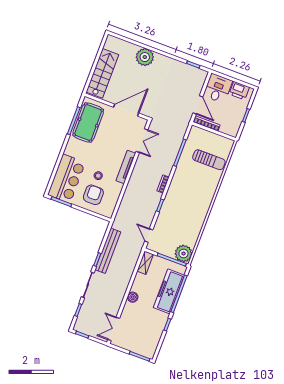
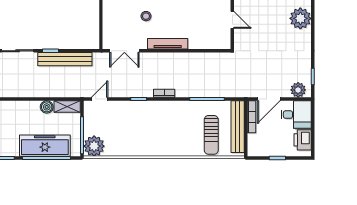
plant: (199, 80) -> (298, 90), added
door: (126, 110) -> (232, 20), width x0.53
bench: (210, 137) -> (238, 127), added
double door: (142, 141) -> (124, 51), moved
armchair: (93, 195) -> (122, 19), removed
boiler: (133, 297) -> (47, 107), moved

